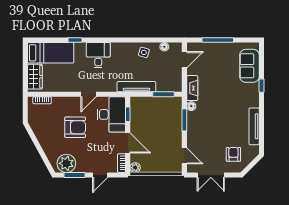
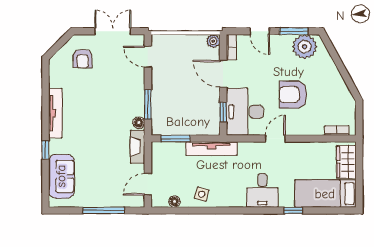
tv unit: (254, 126) -> (55, 113), moved
door: (100, 175) -> (260, 31), swing flipped

